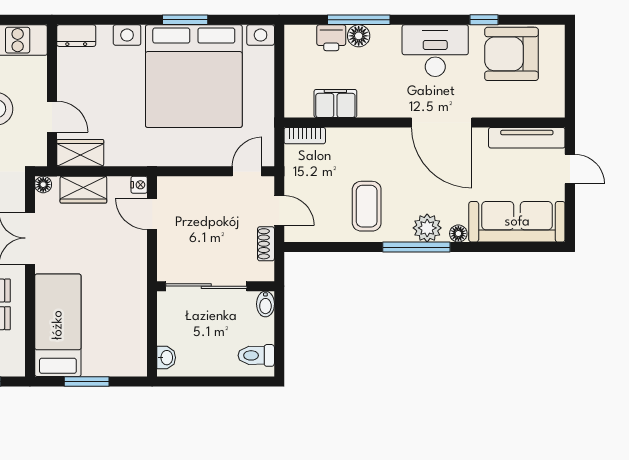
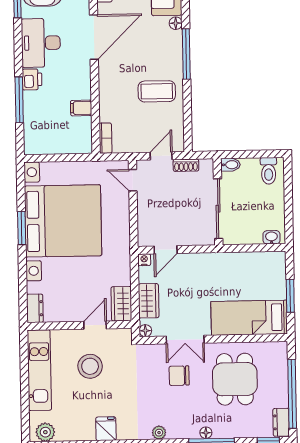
floor lamp: (359, 36) -> (31, 100), removed
printer: (331, 38) -> (32, 79), moved
filing cabinet: (335, 103) -> (81, 108), width x0.50
plant: (427, 228) -> (172, 46), removed

